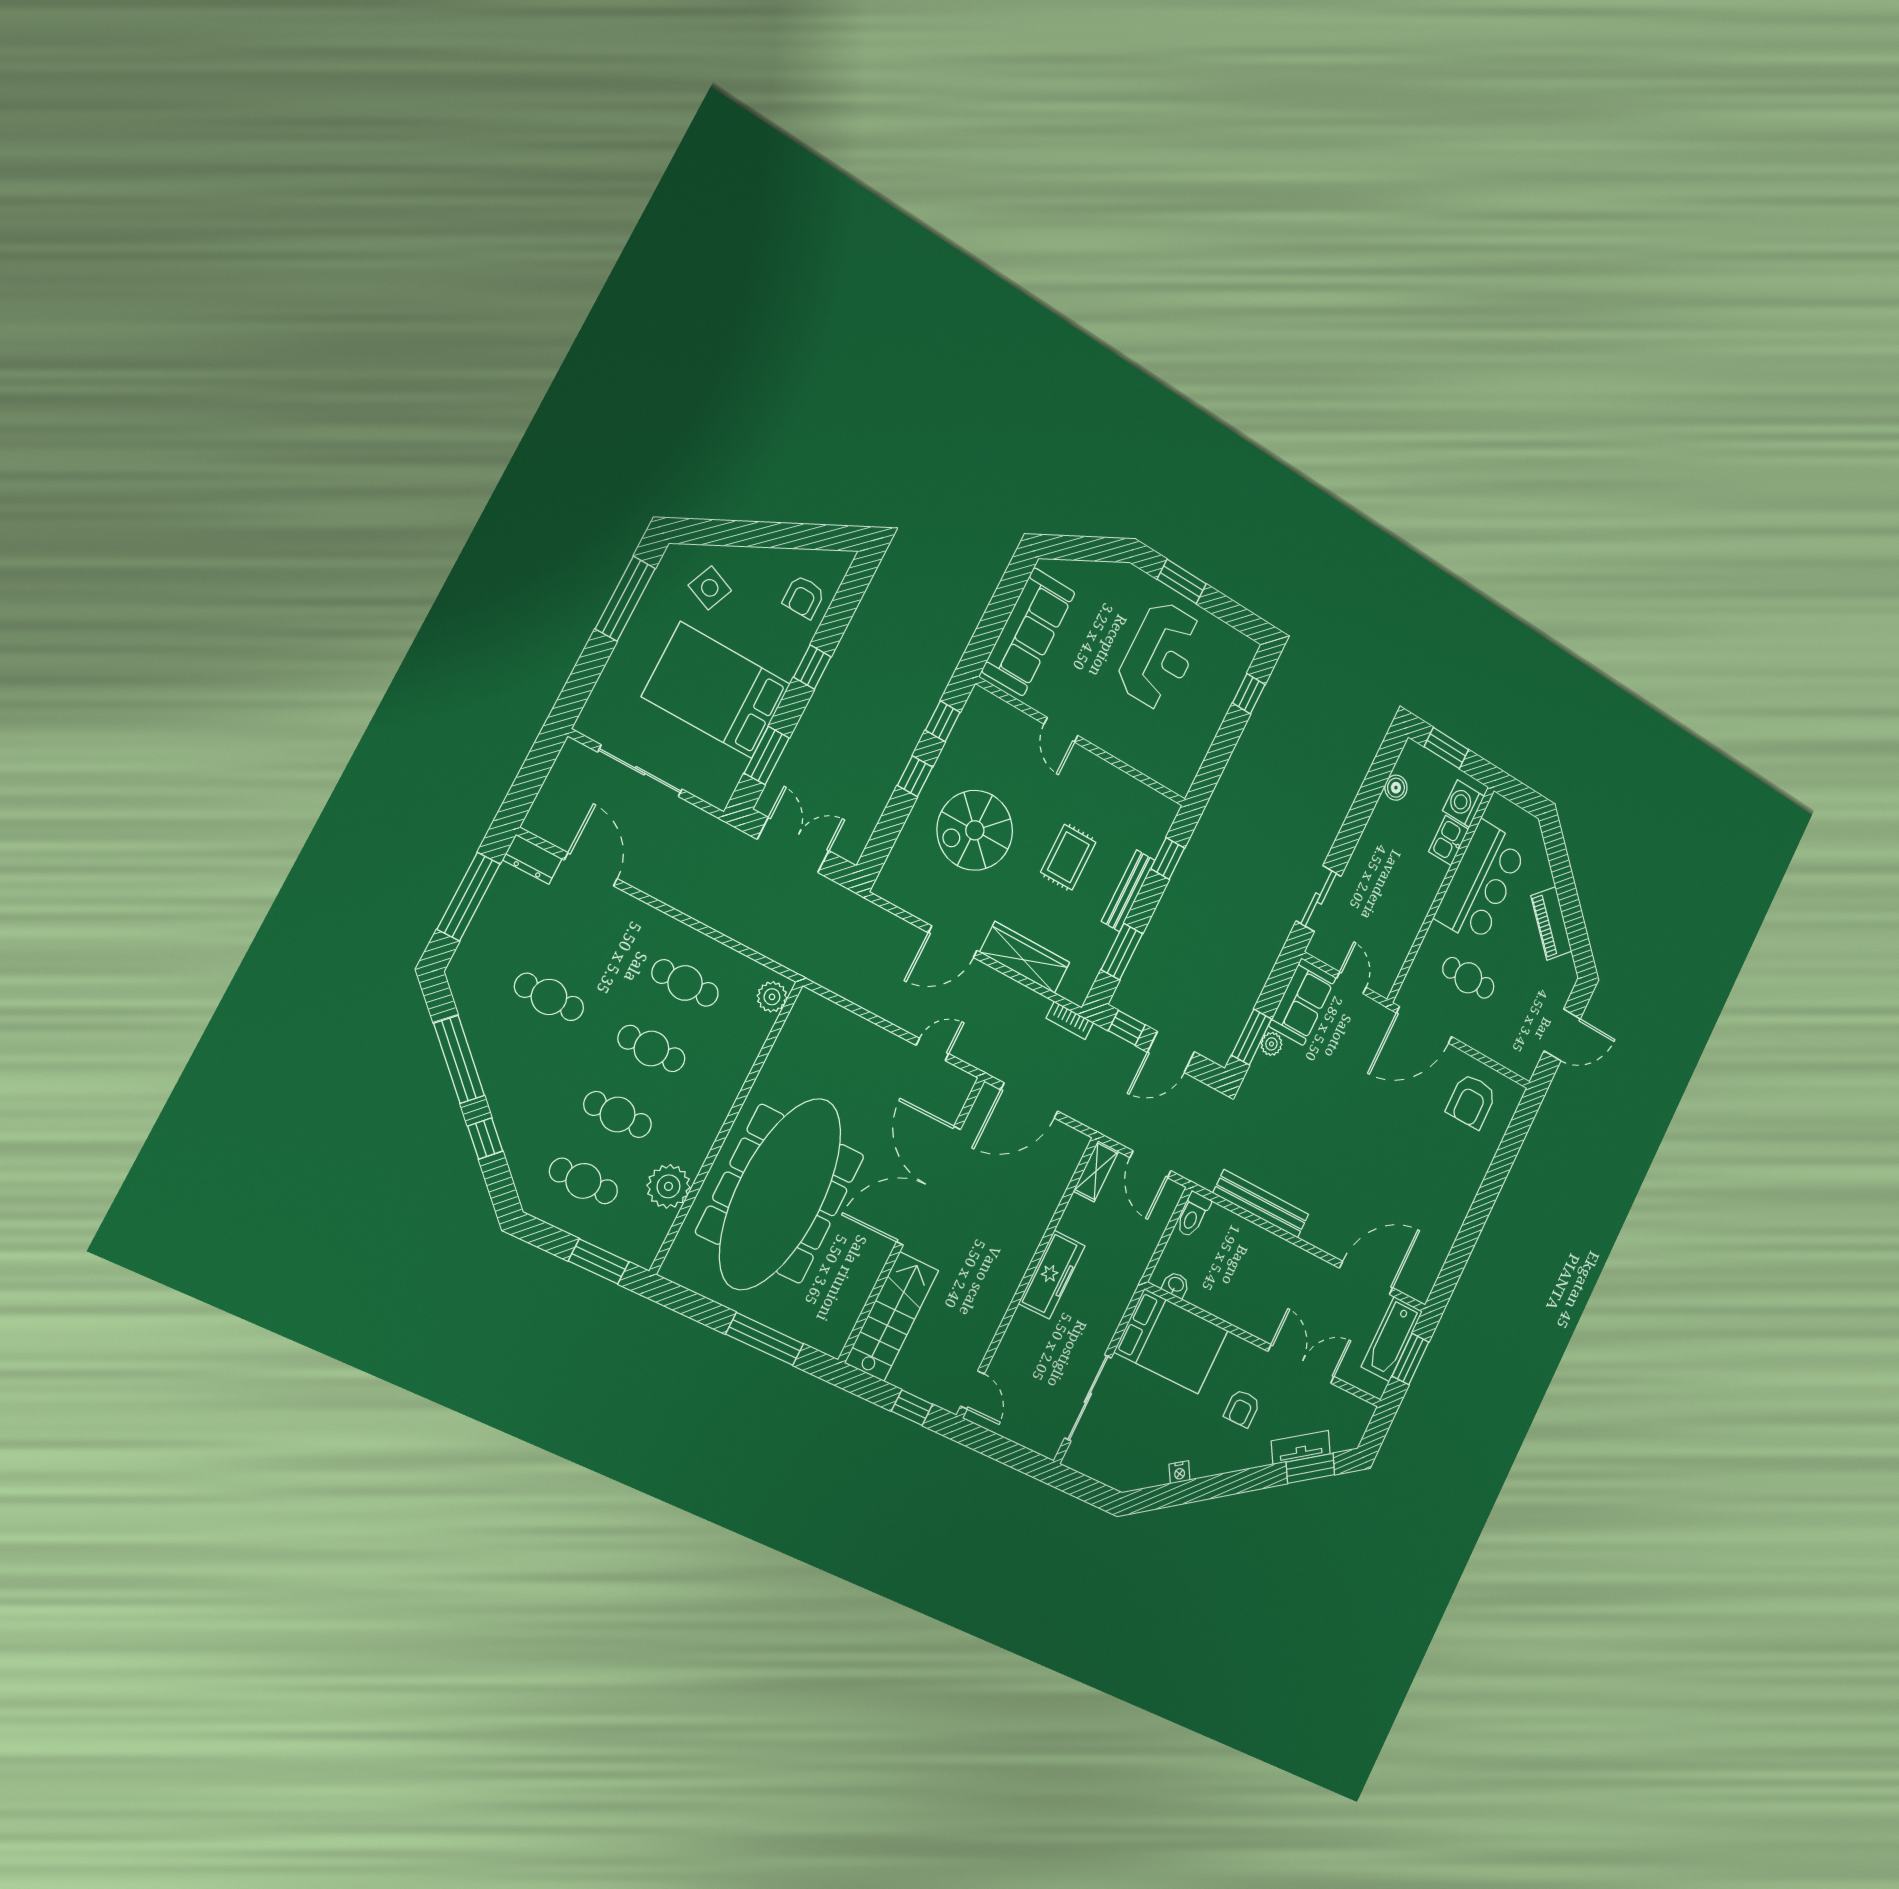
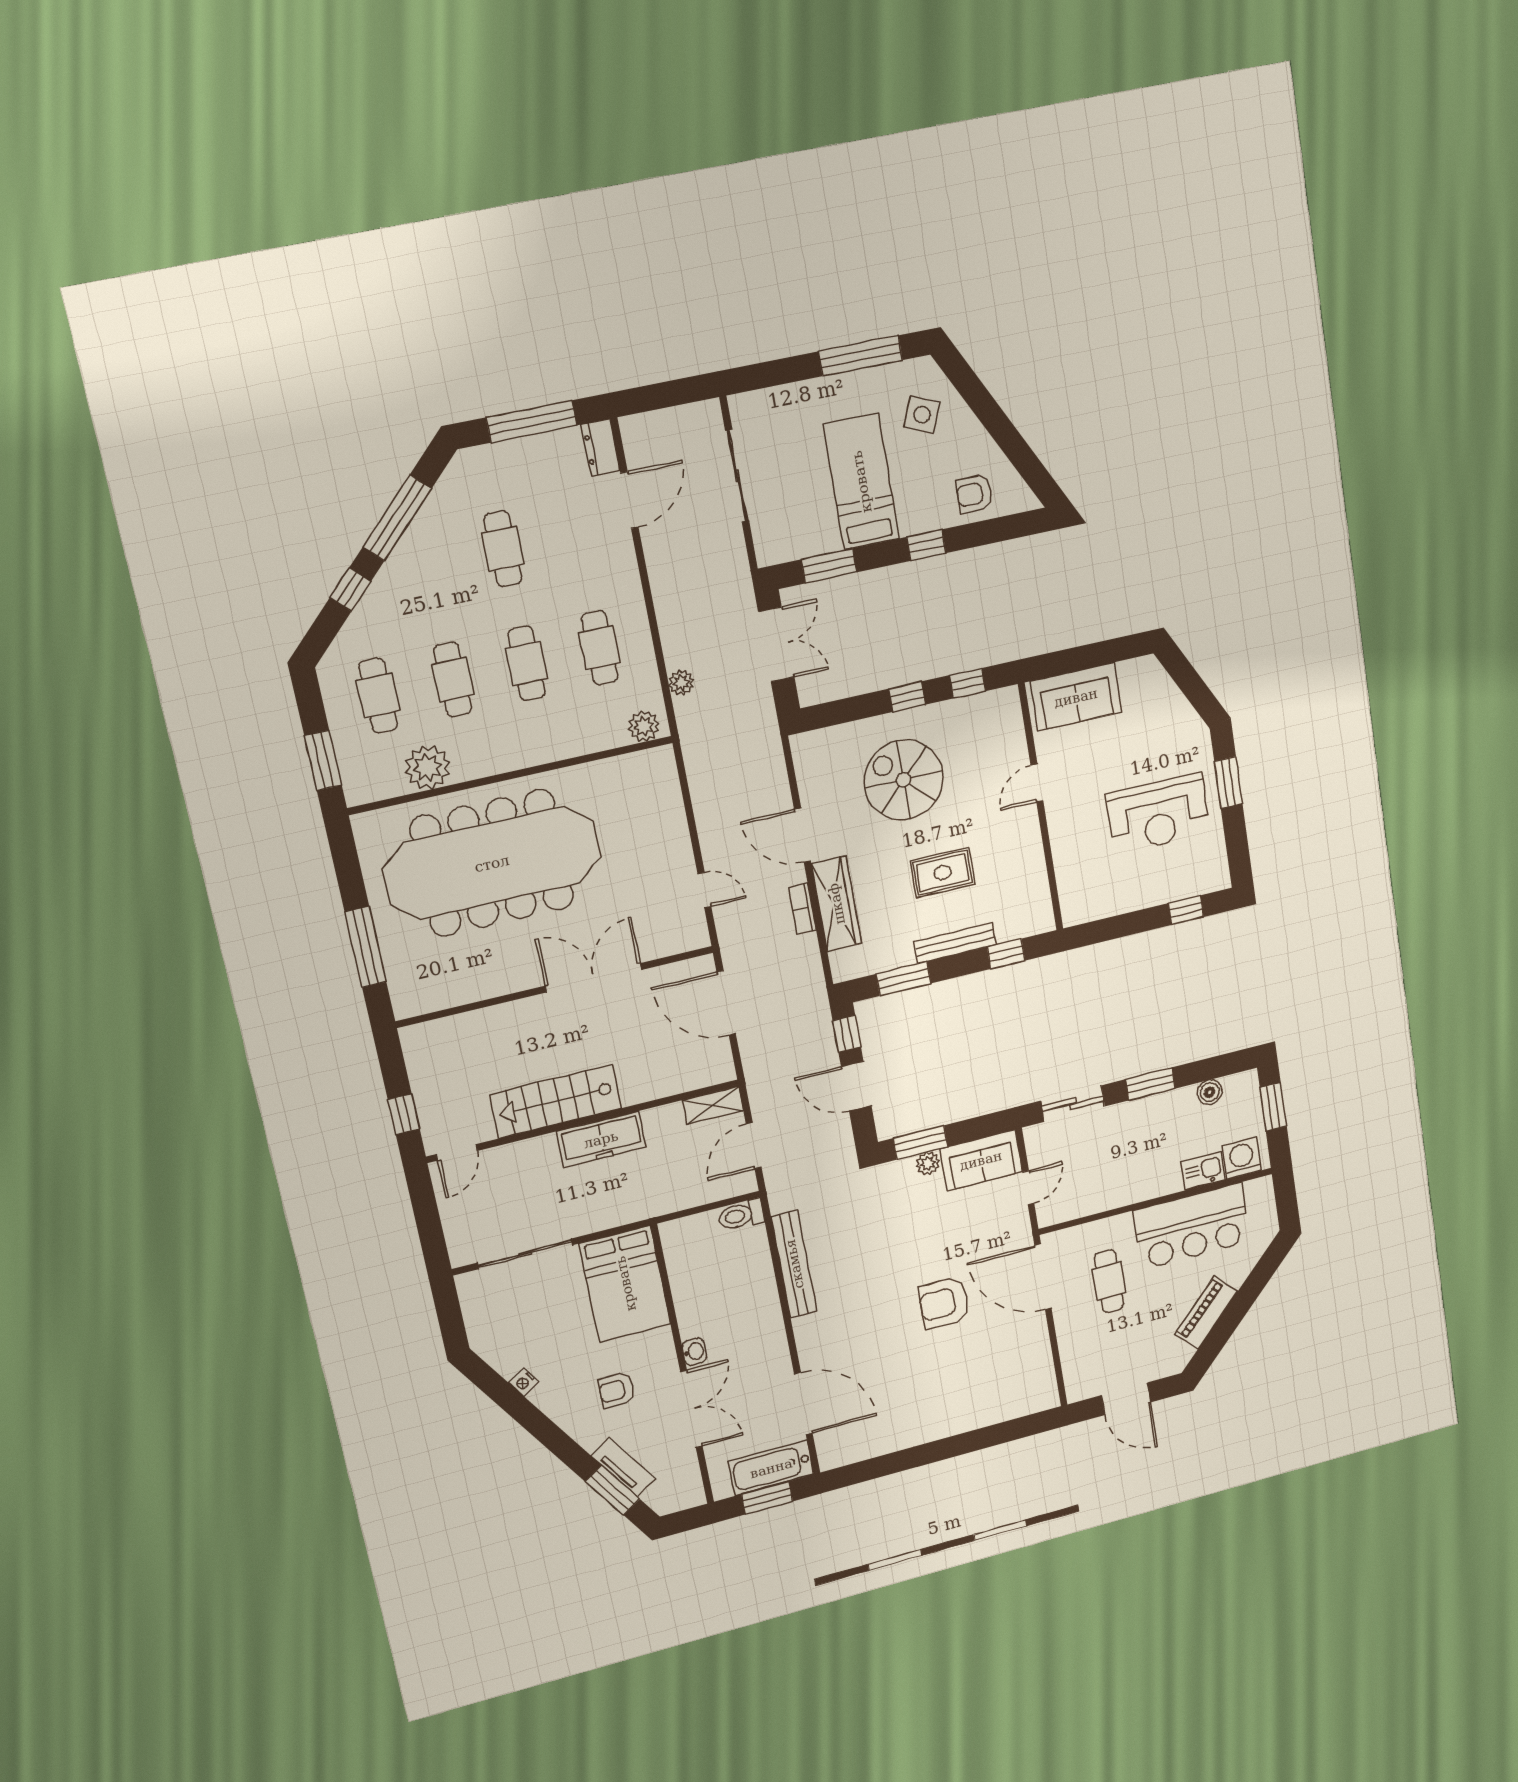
sofa: (1028, 632) -> (1076, 697), width x0.73
bed: (716, 690) -> (861, 482), width x0.67
window: (1353, 828) -> (1150, 1084), added
plant: (763, 942) -> (681, 683), added
bookcase: (1070, 1020) -> (802, 909), moved
armchair: (1471, 1101) -> (944, 1303), moved
double door: (929, 1185) -> (594, 978), width x0.73
washbasin: (1176, 1285) -> (694, 1352), moved
stairs: (892, 1317) -> (556, 1101), moved, turned 180

